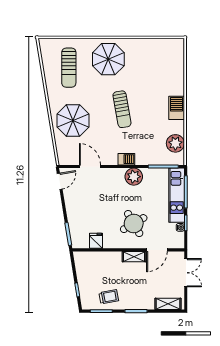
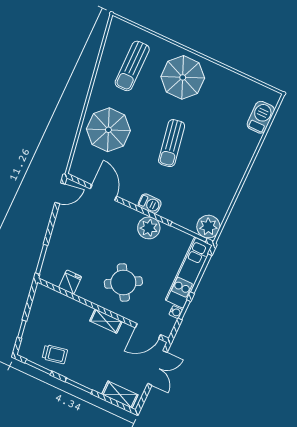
barbecue: (177, 108) -> (261, 117), moved
plant: (175, 143) -> (208, 227), moved
door: (157, 250) -> (148, 331), moved

